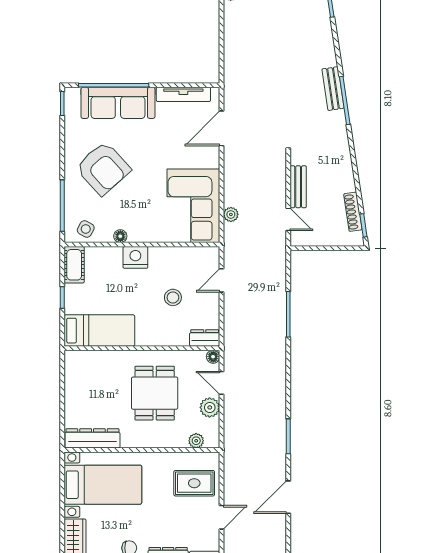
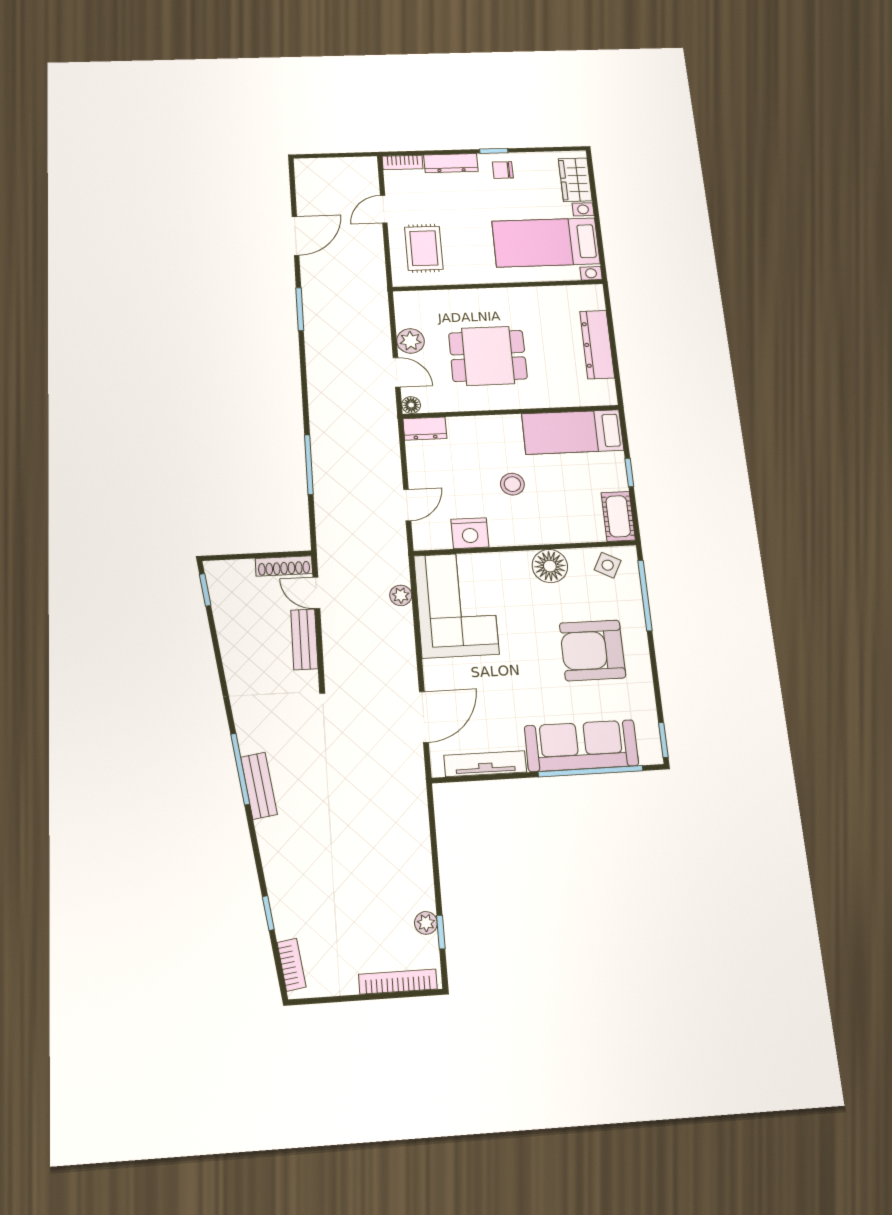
armchair: (103, 168) -> (593, 650), turned -48
shoe rack: (353, 212) -> (284, 566), moved, turned 98
floor lamp: (120, 236) -> (550, 566), width x1.89, depth x1.89
nightstand: (135, 257) -> (470, 533), moved
stool: (173, 297) -> (512, 484), moved
dining table: (155, 393) -> (488, 356), turned 90
dresser: (92, 438) -> (597, 345), moved, turned 90
plant: (196, 441) -> (426, 299), removed
rug: (194, 483) -> (424, 248), turned 90

